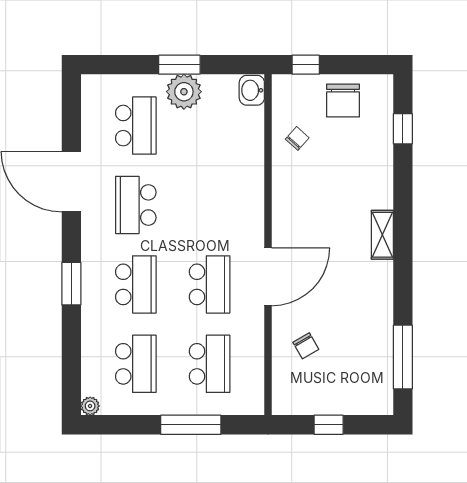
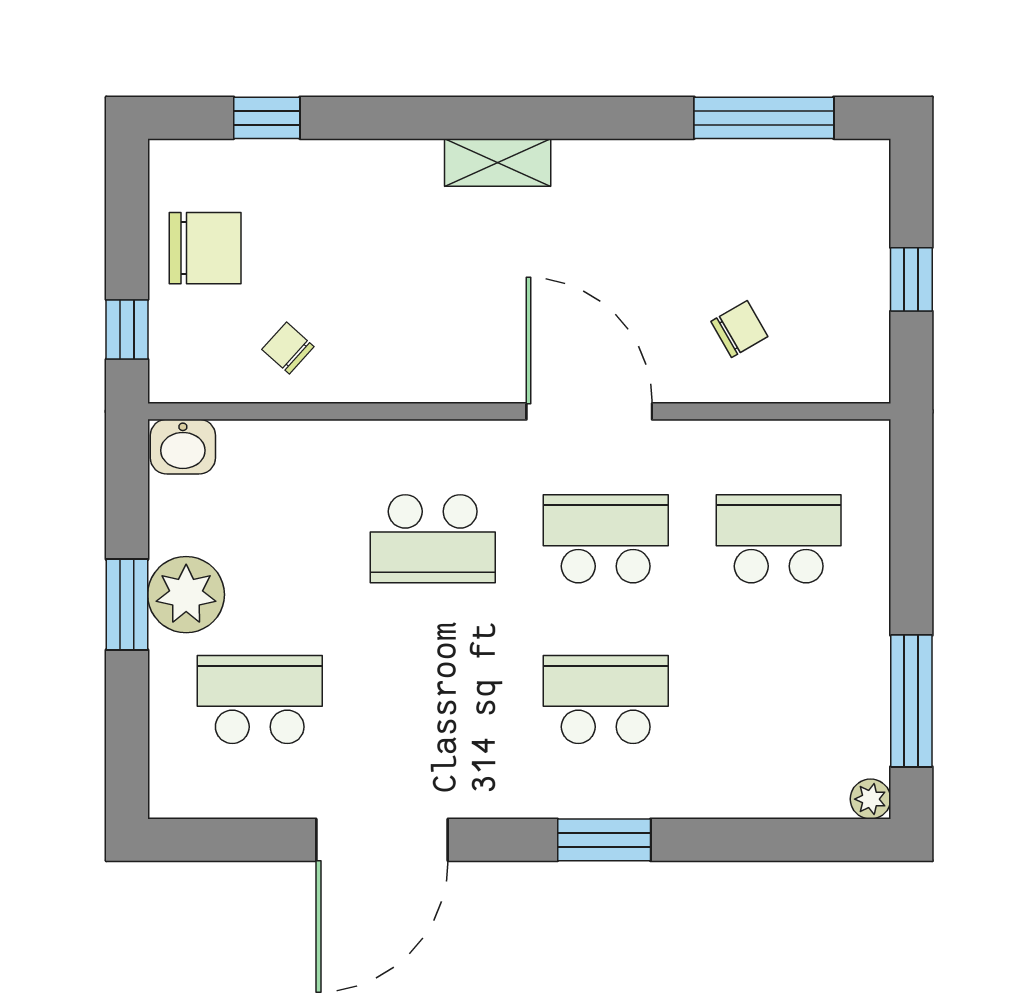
school desk: (136, 205) -> (433, 539), moved
school desk: (136, 364) -> (779, 699), removed
window: (191, 425) -> (911, 701), moved

